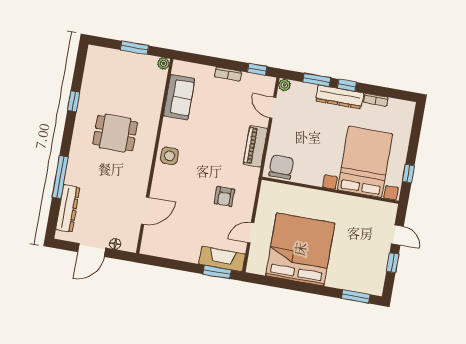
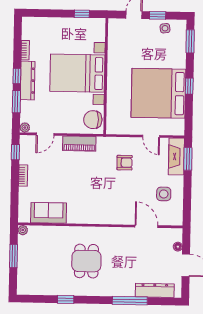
side table: (169, 156) -> (164, 194), moved
bed with nightstands: (365, 162) -> (77, 73), moved
side table: (376, 269) -> (165, 28), added
window: (303, 287) -> (189, 86), added

